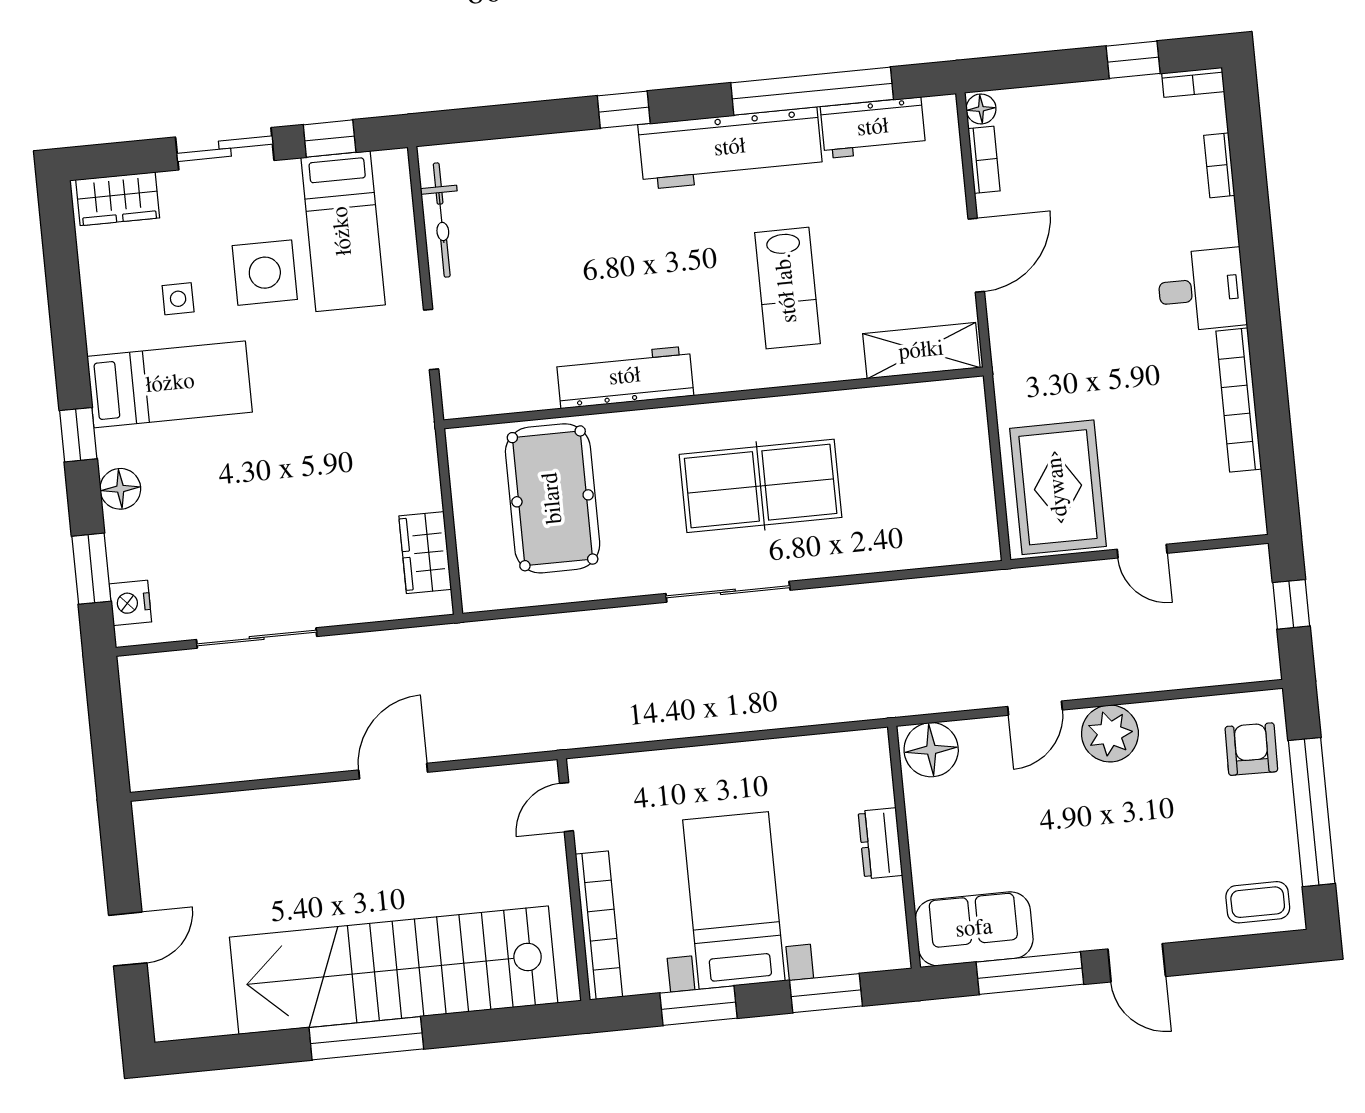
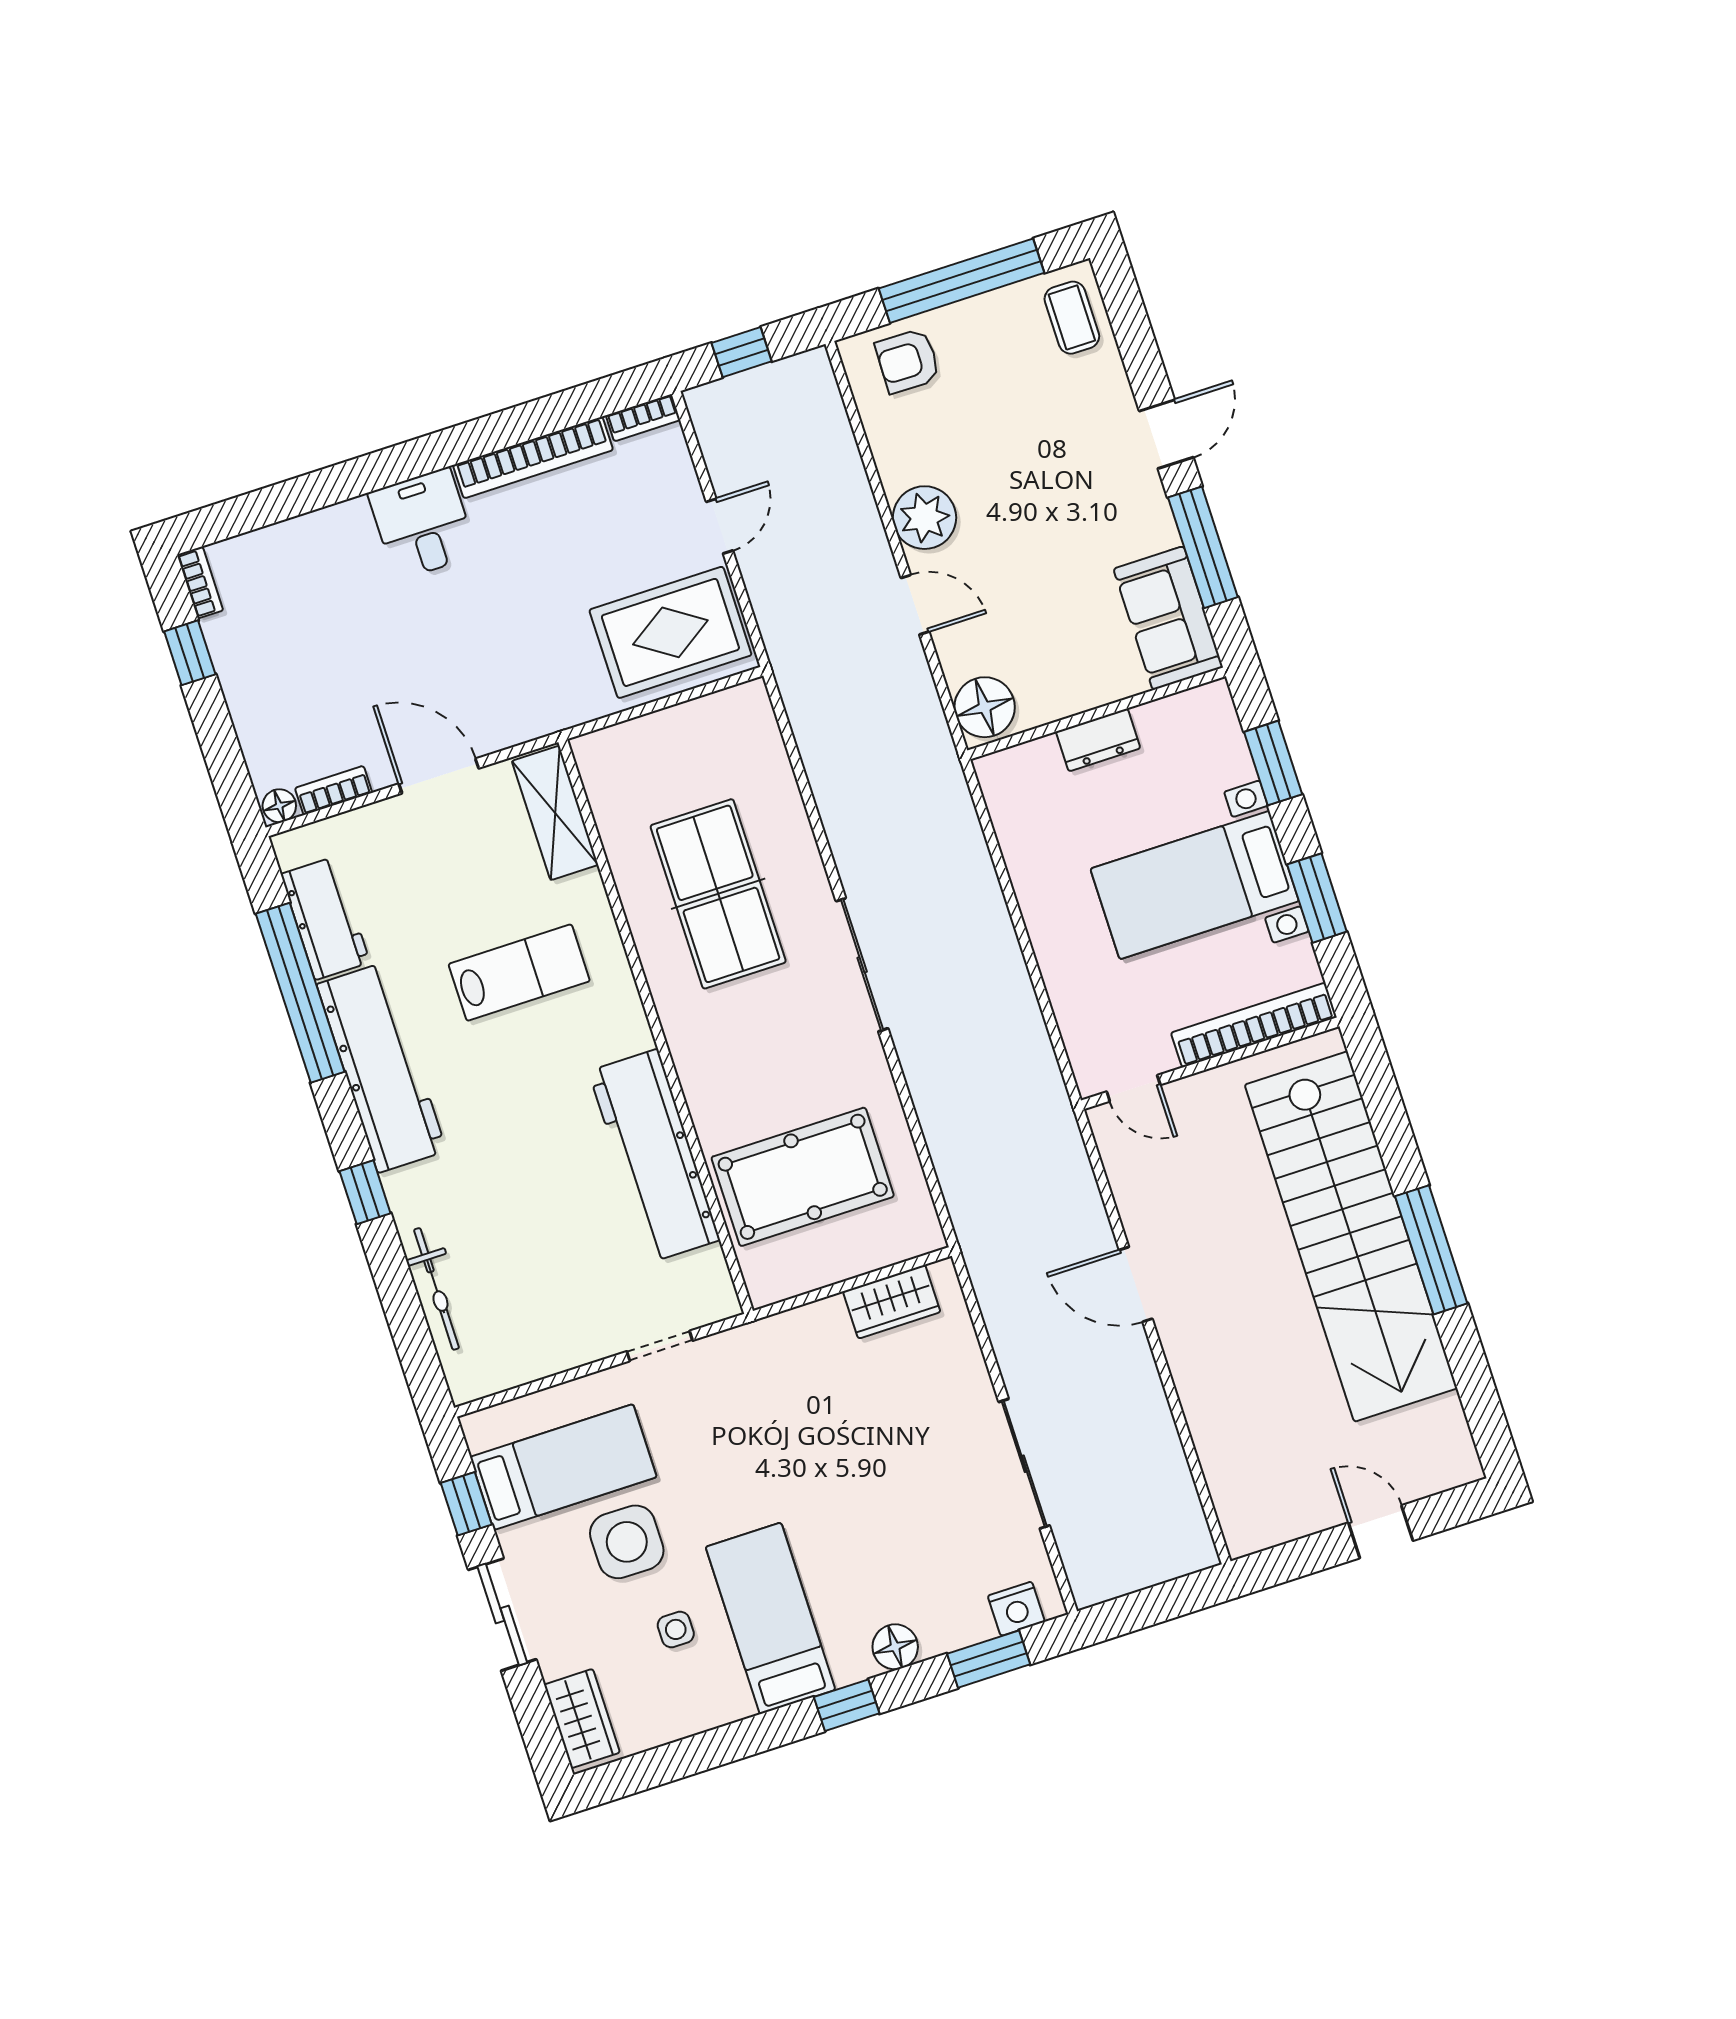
bookcase: (1219, 165) -> (643, 418), moved
bicycle: (442, 220) -> (437, 1289), moved, turned 90
workbench: (625, 377) -> (654, 1156), width x1.36, depth x1.32
table tennis table: (761, 486) -> (718, 894), moved

